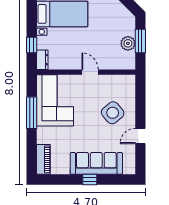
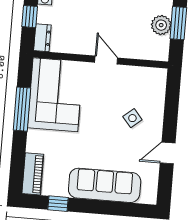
side table: (113, 113) -> (132, 118), width x0.54, depth x0.54
window: (90, 179) -> (58, 204), moved

